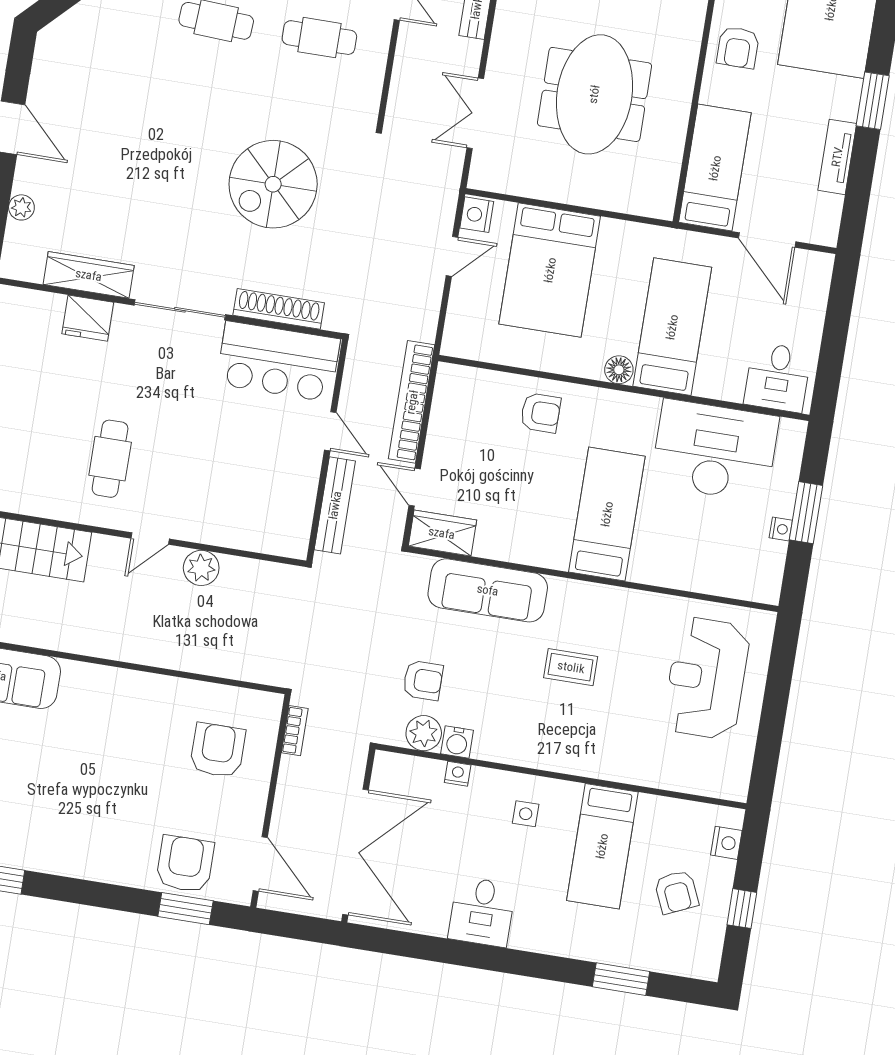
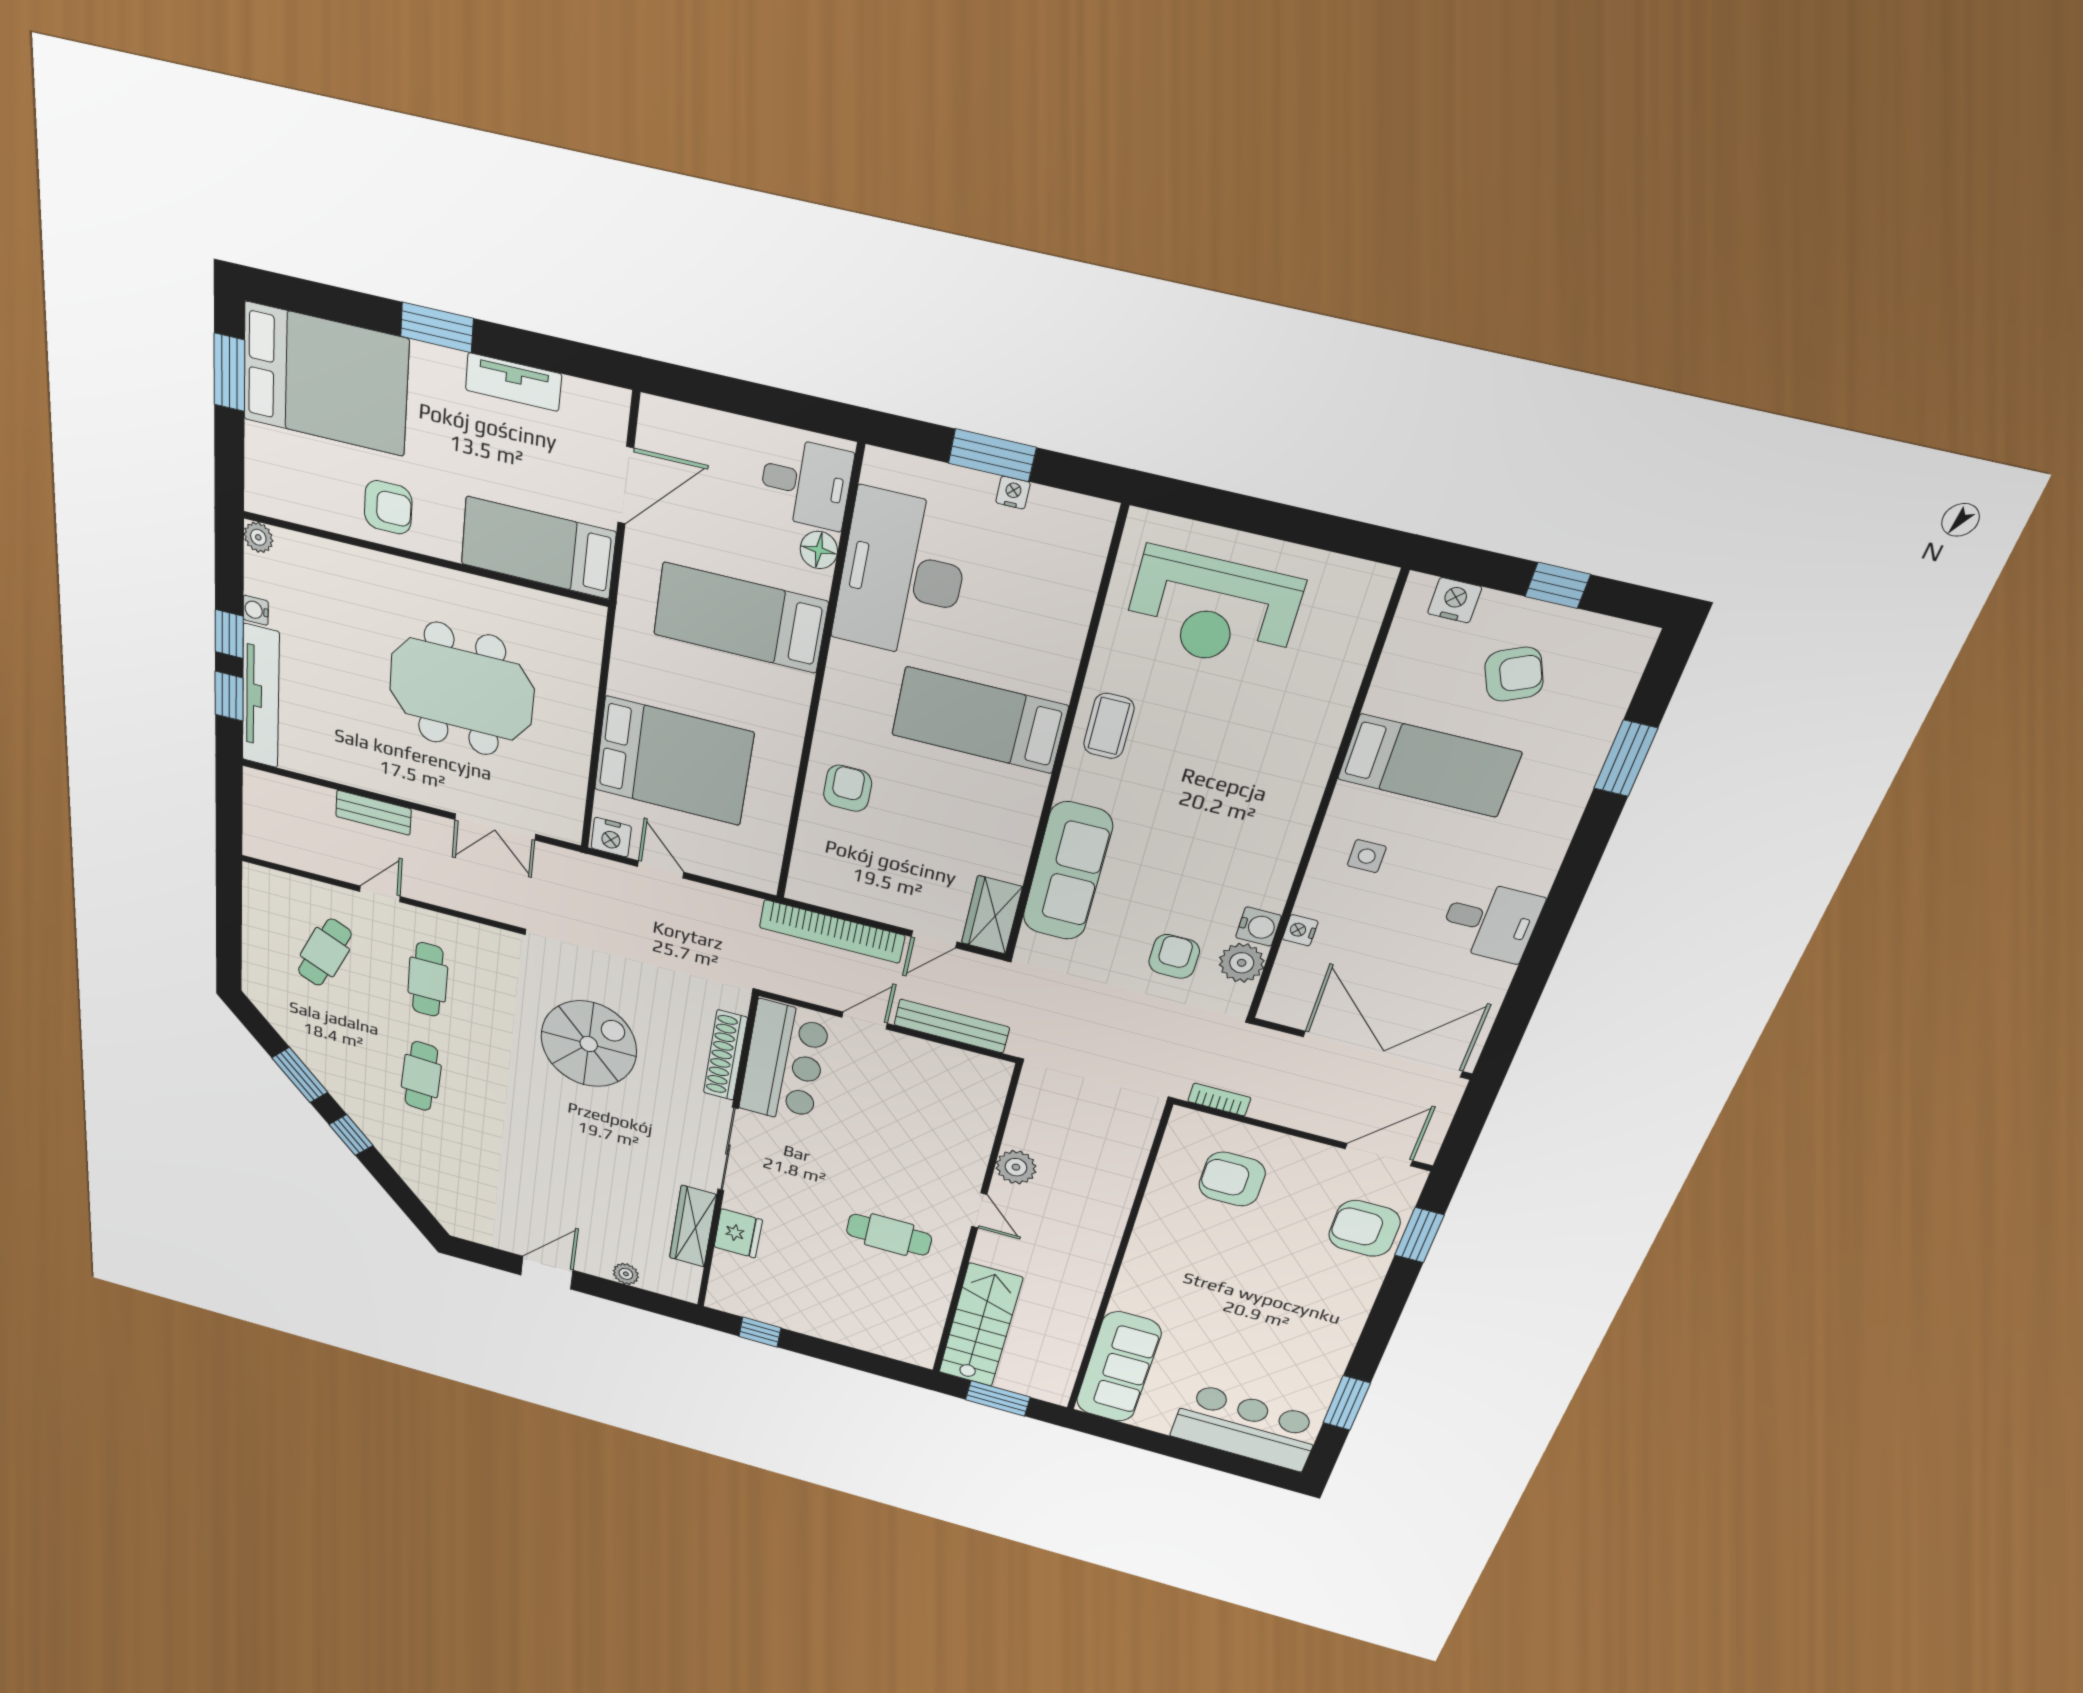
spiral stairs: (273, 184) -> (589, 1044), turned -90
floor lamp: (619, 370) -> (819, 550), moved
coffee table: (571, 667) -> (1109, 726), moved

